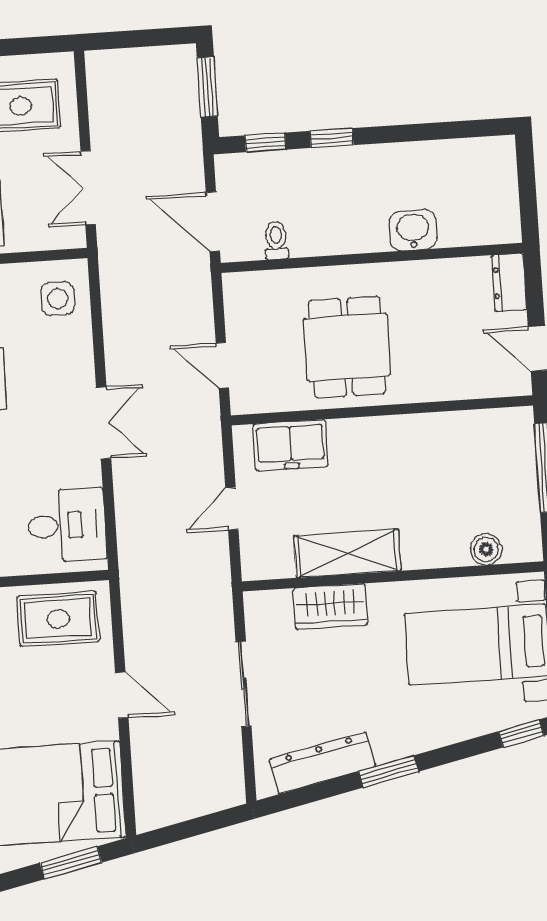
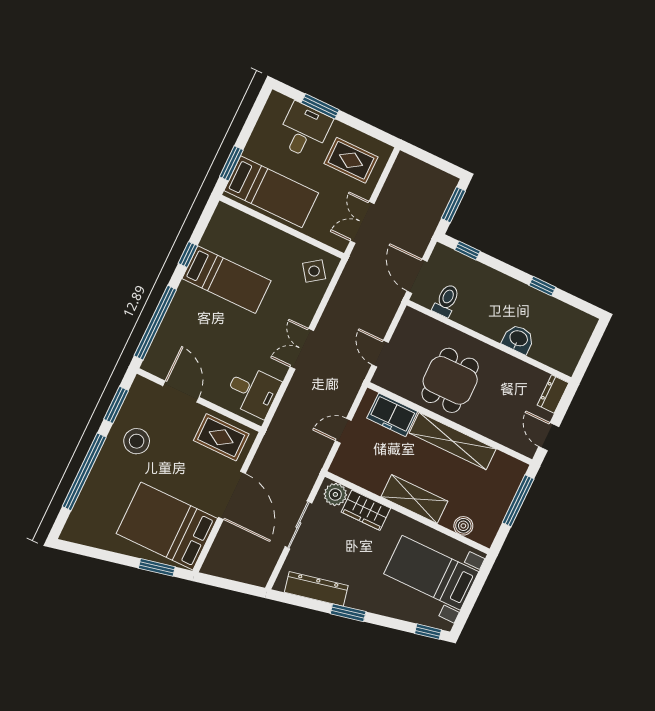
window: (332, 138) -> (542, 286), moved
toilet: (276, 240) -> (446, 300), width x1.37, depth x1.39
side table: (58, 299) -> (314, 271), turned -36
double door: (104, 423) -> (302, 349), swing flipped
shelving: (401, 434) -> (453, 441), added
shelving: (347, 553) -> (414, 499), moved
plant: (273, 609) -> (335, 494), added
door: (122, 695) -> (232, 495), width x1.88

